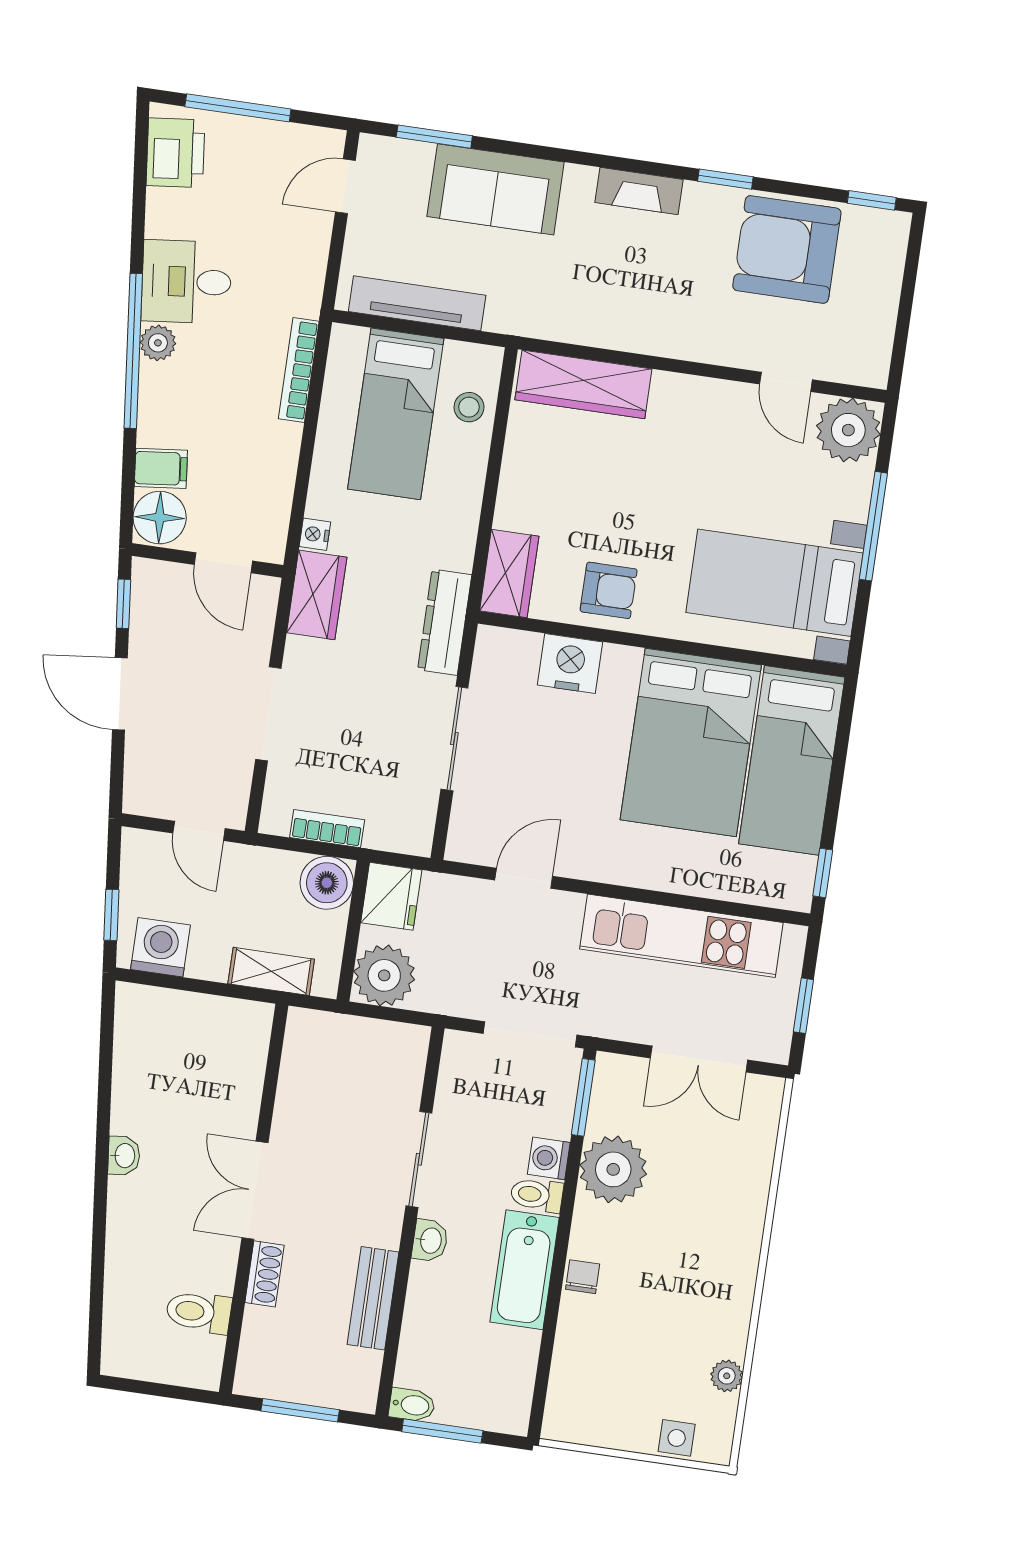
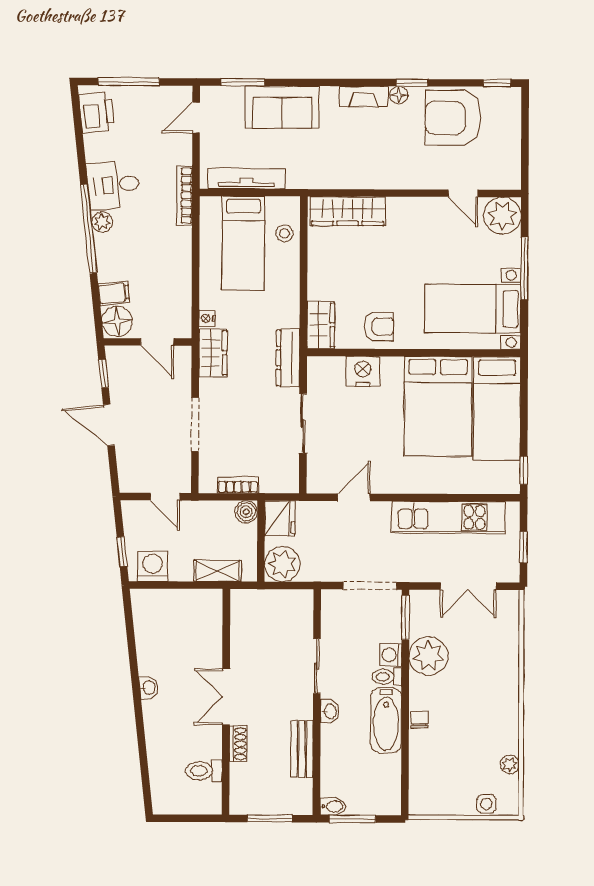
floor lamp: (699, 197) -> (399, 95), added
bookcase: (299, 370) -> (185, 196), moved
boiler: (327, 883) -> (246, 512), width x0.73, depth x0.73

